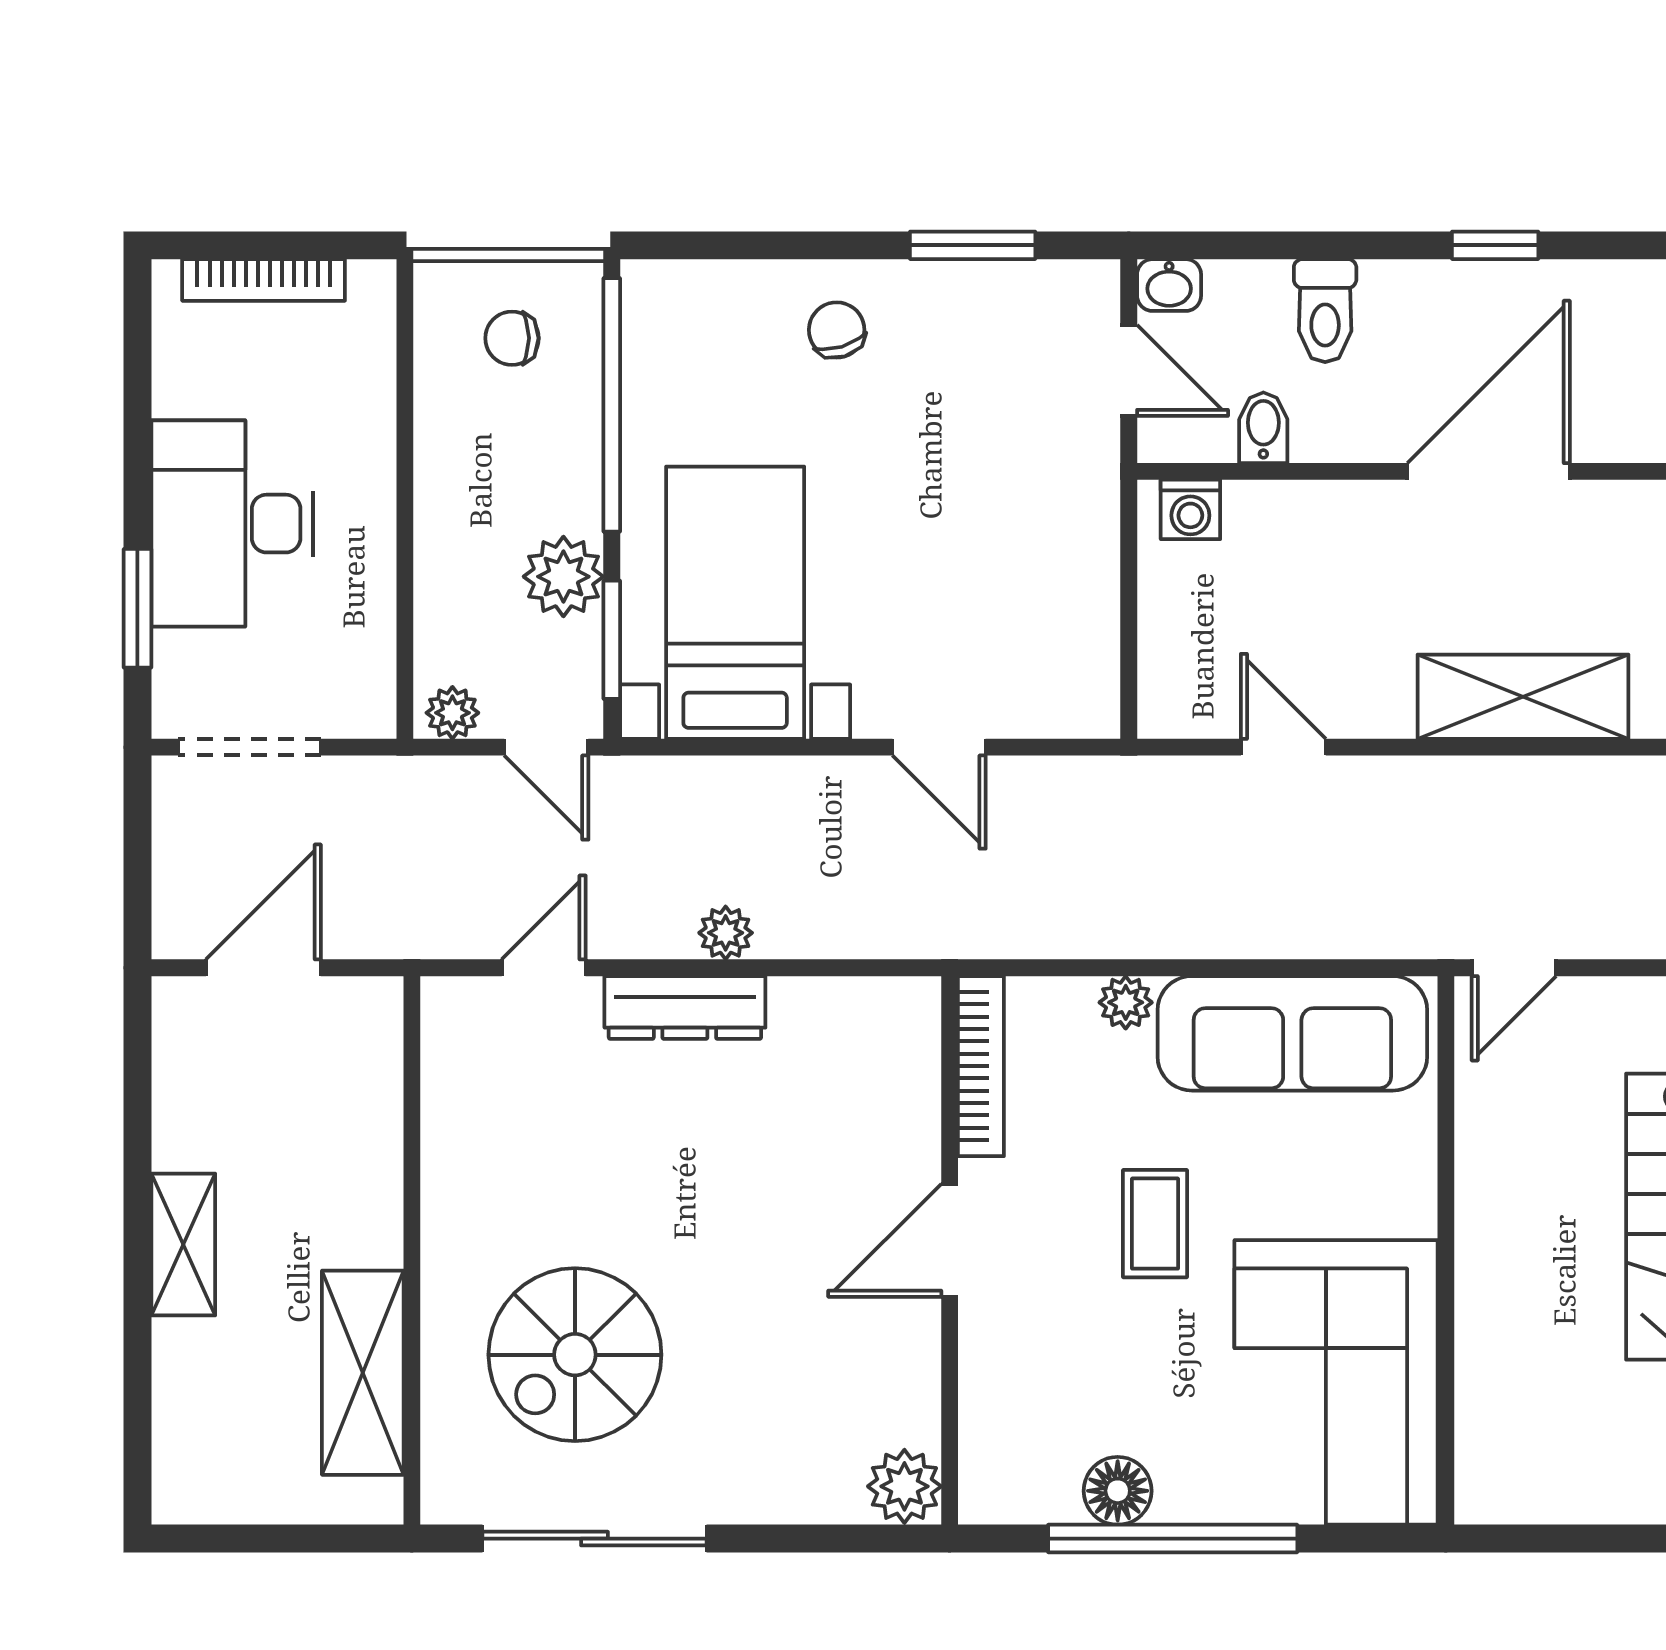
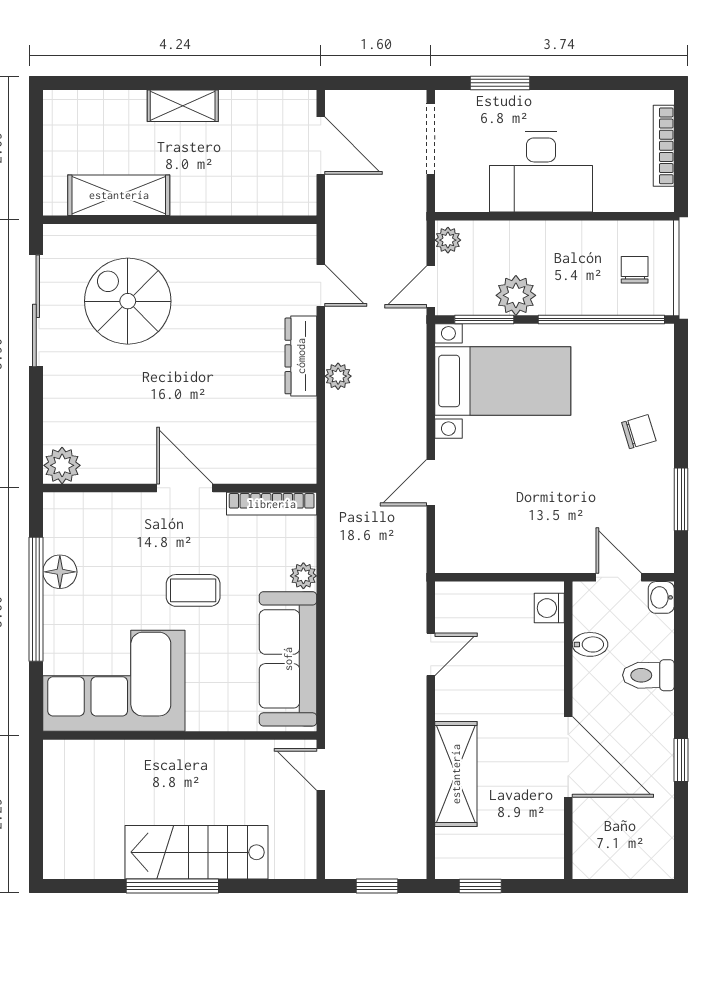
door: (1129, 370) -> (619, 577), swing flipped
desk: (232, 524) -> (541, 172), moved, turned 180

